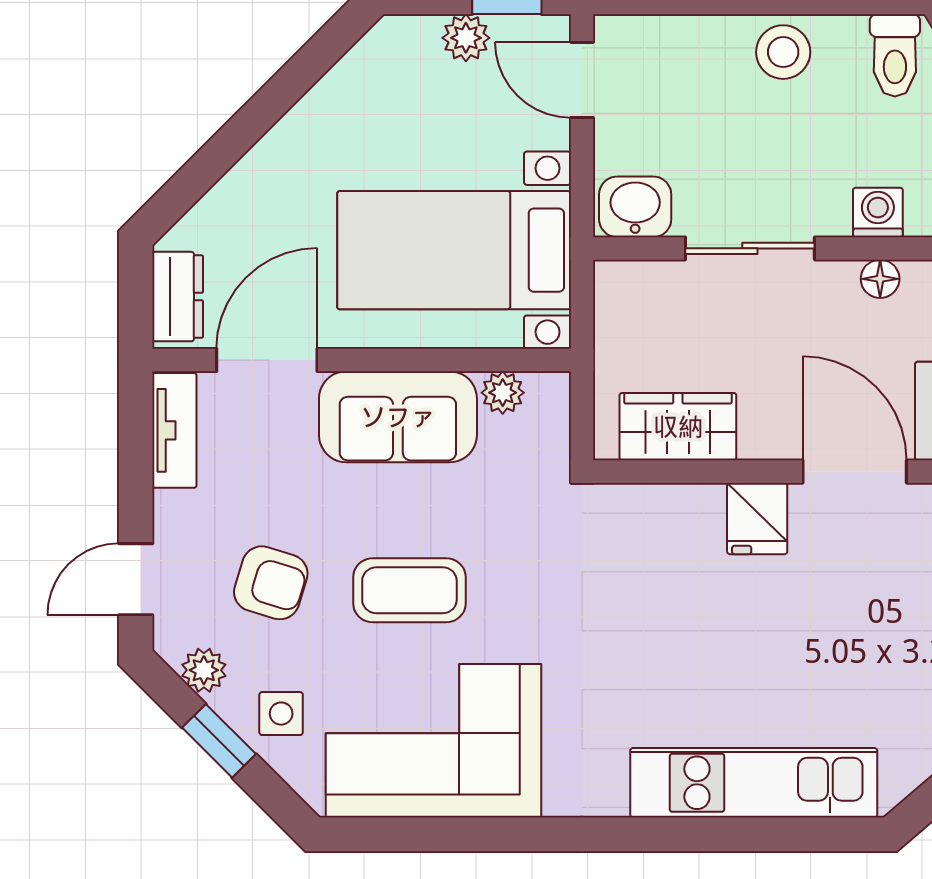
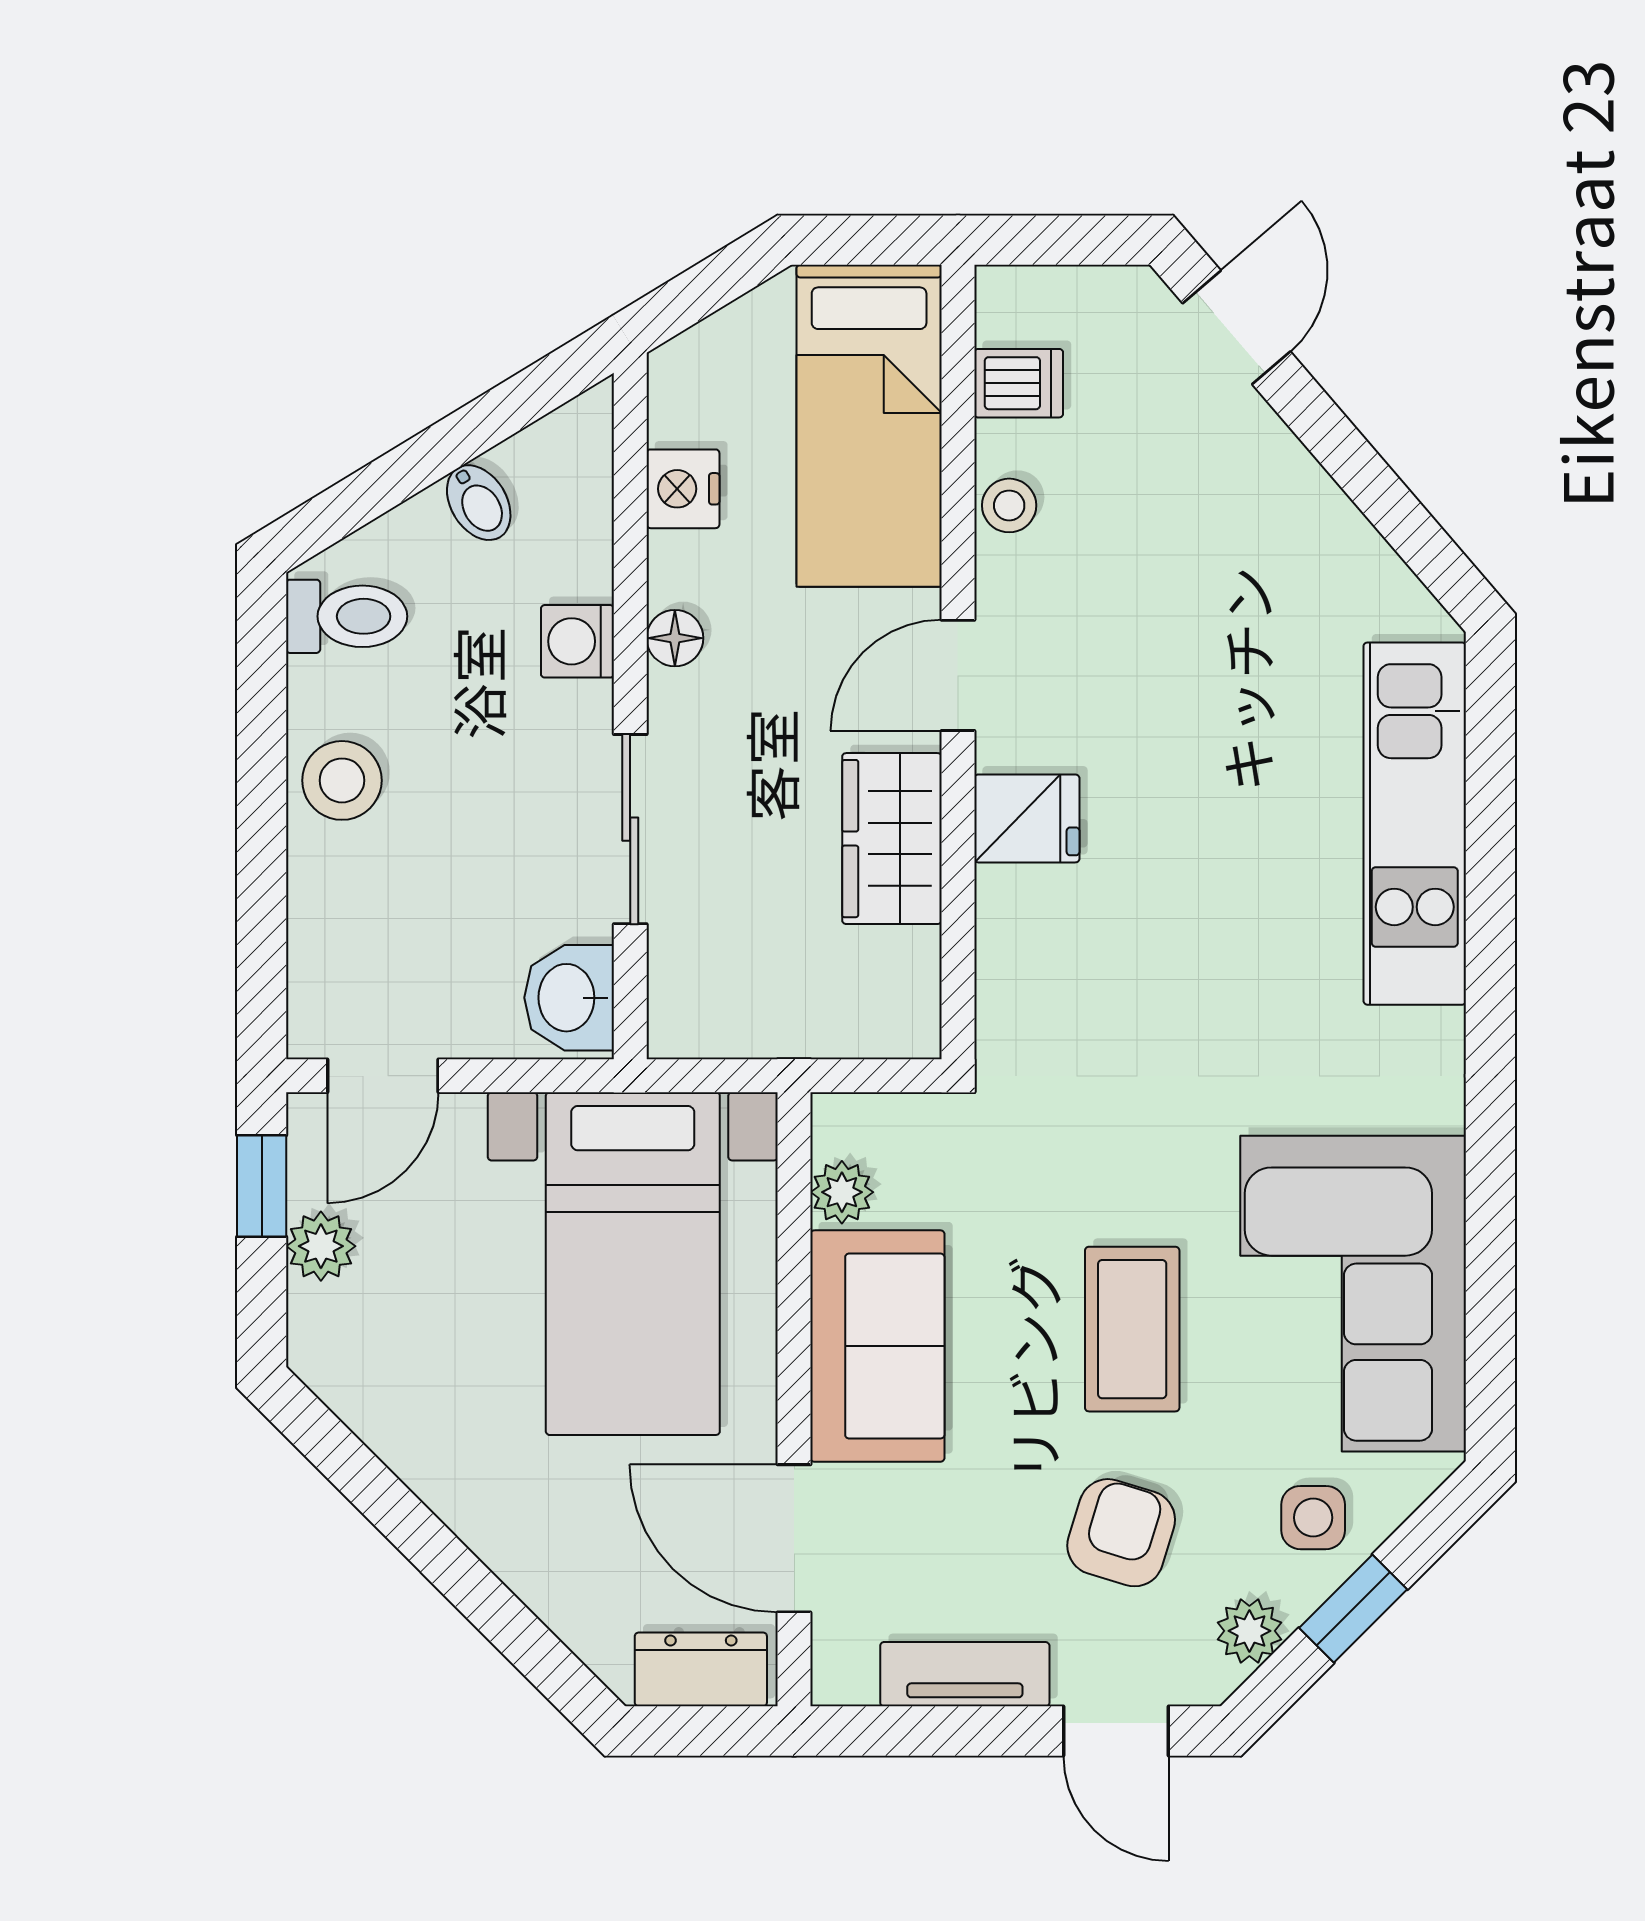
wardrobe: (678, 427) -> (892, 839), moved
tv unit: (174, 430) -> (965, 1674), moved
door: (855, 472) -> (958, 675), width x0.73

